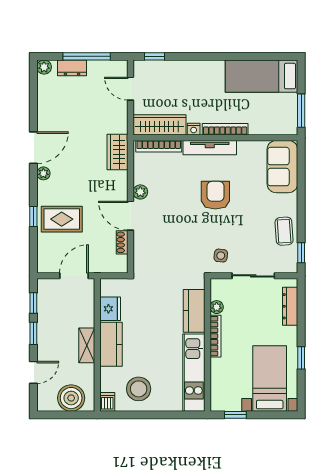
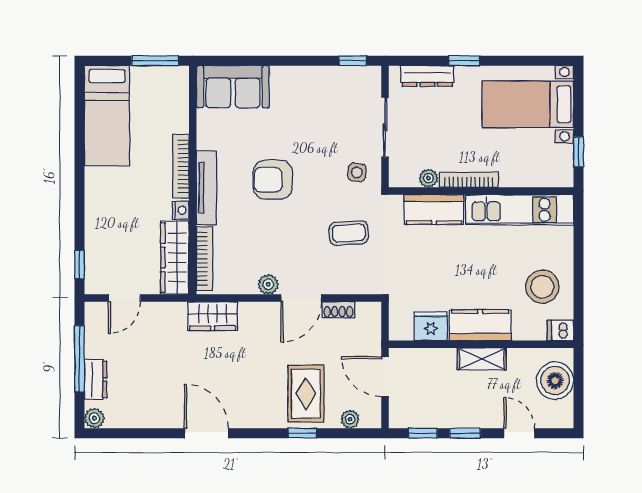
plant: (43, 173) -> (350, 419), moved
coffee table: (284, 231) -> (349, 233), moved
window: (301, 358) -> (464, 61), moved

